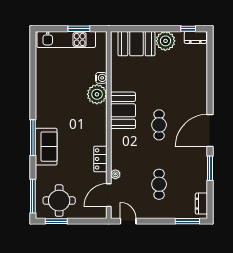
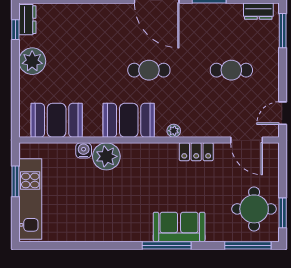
booth: (136, 44) -> (57, 120), moved, turned 90
plant: (115, 174) -> (174, 131), moved

